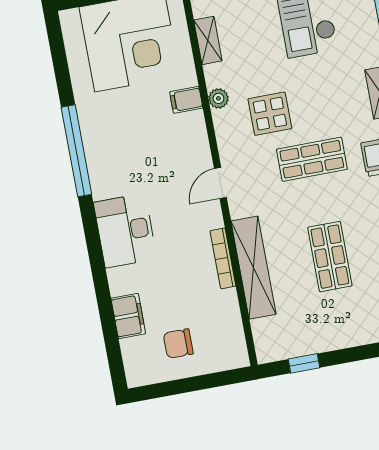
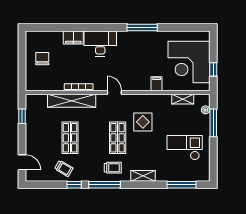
plant: (218, 98) -> (154, 99), removed
window: (76, 151) -> (142, 27), width x0.68
shop shelf: (330, 257) -> (70, 138), turned 90
filing cabinet: (128, 316) -> (73, 37), moved

